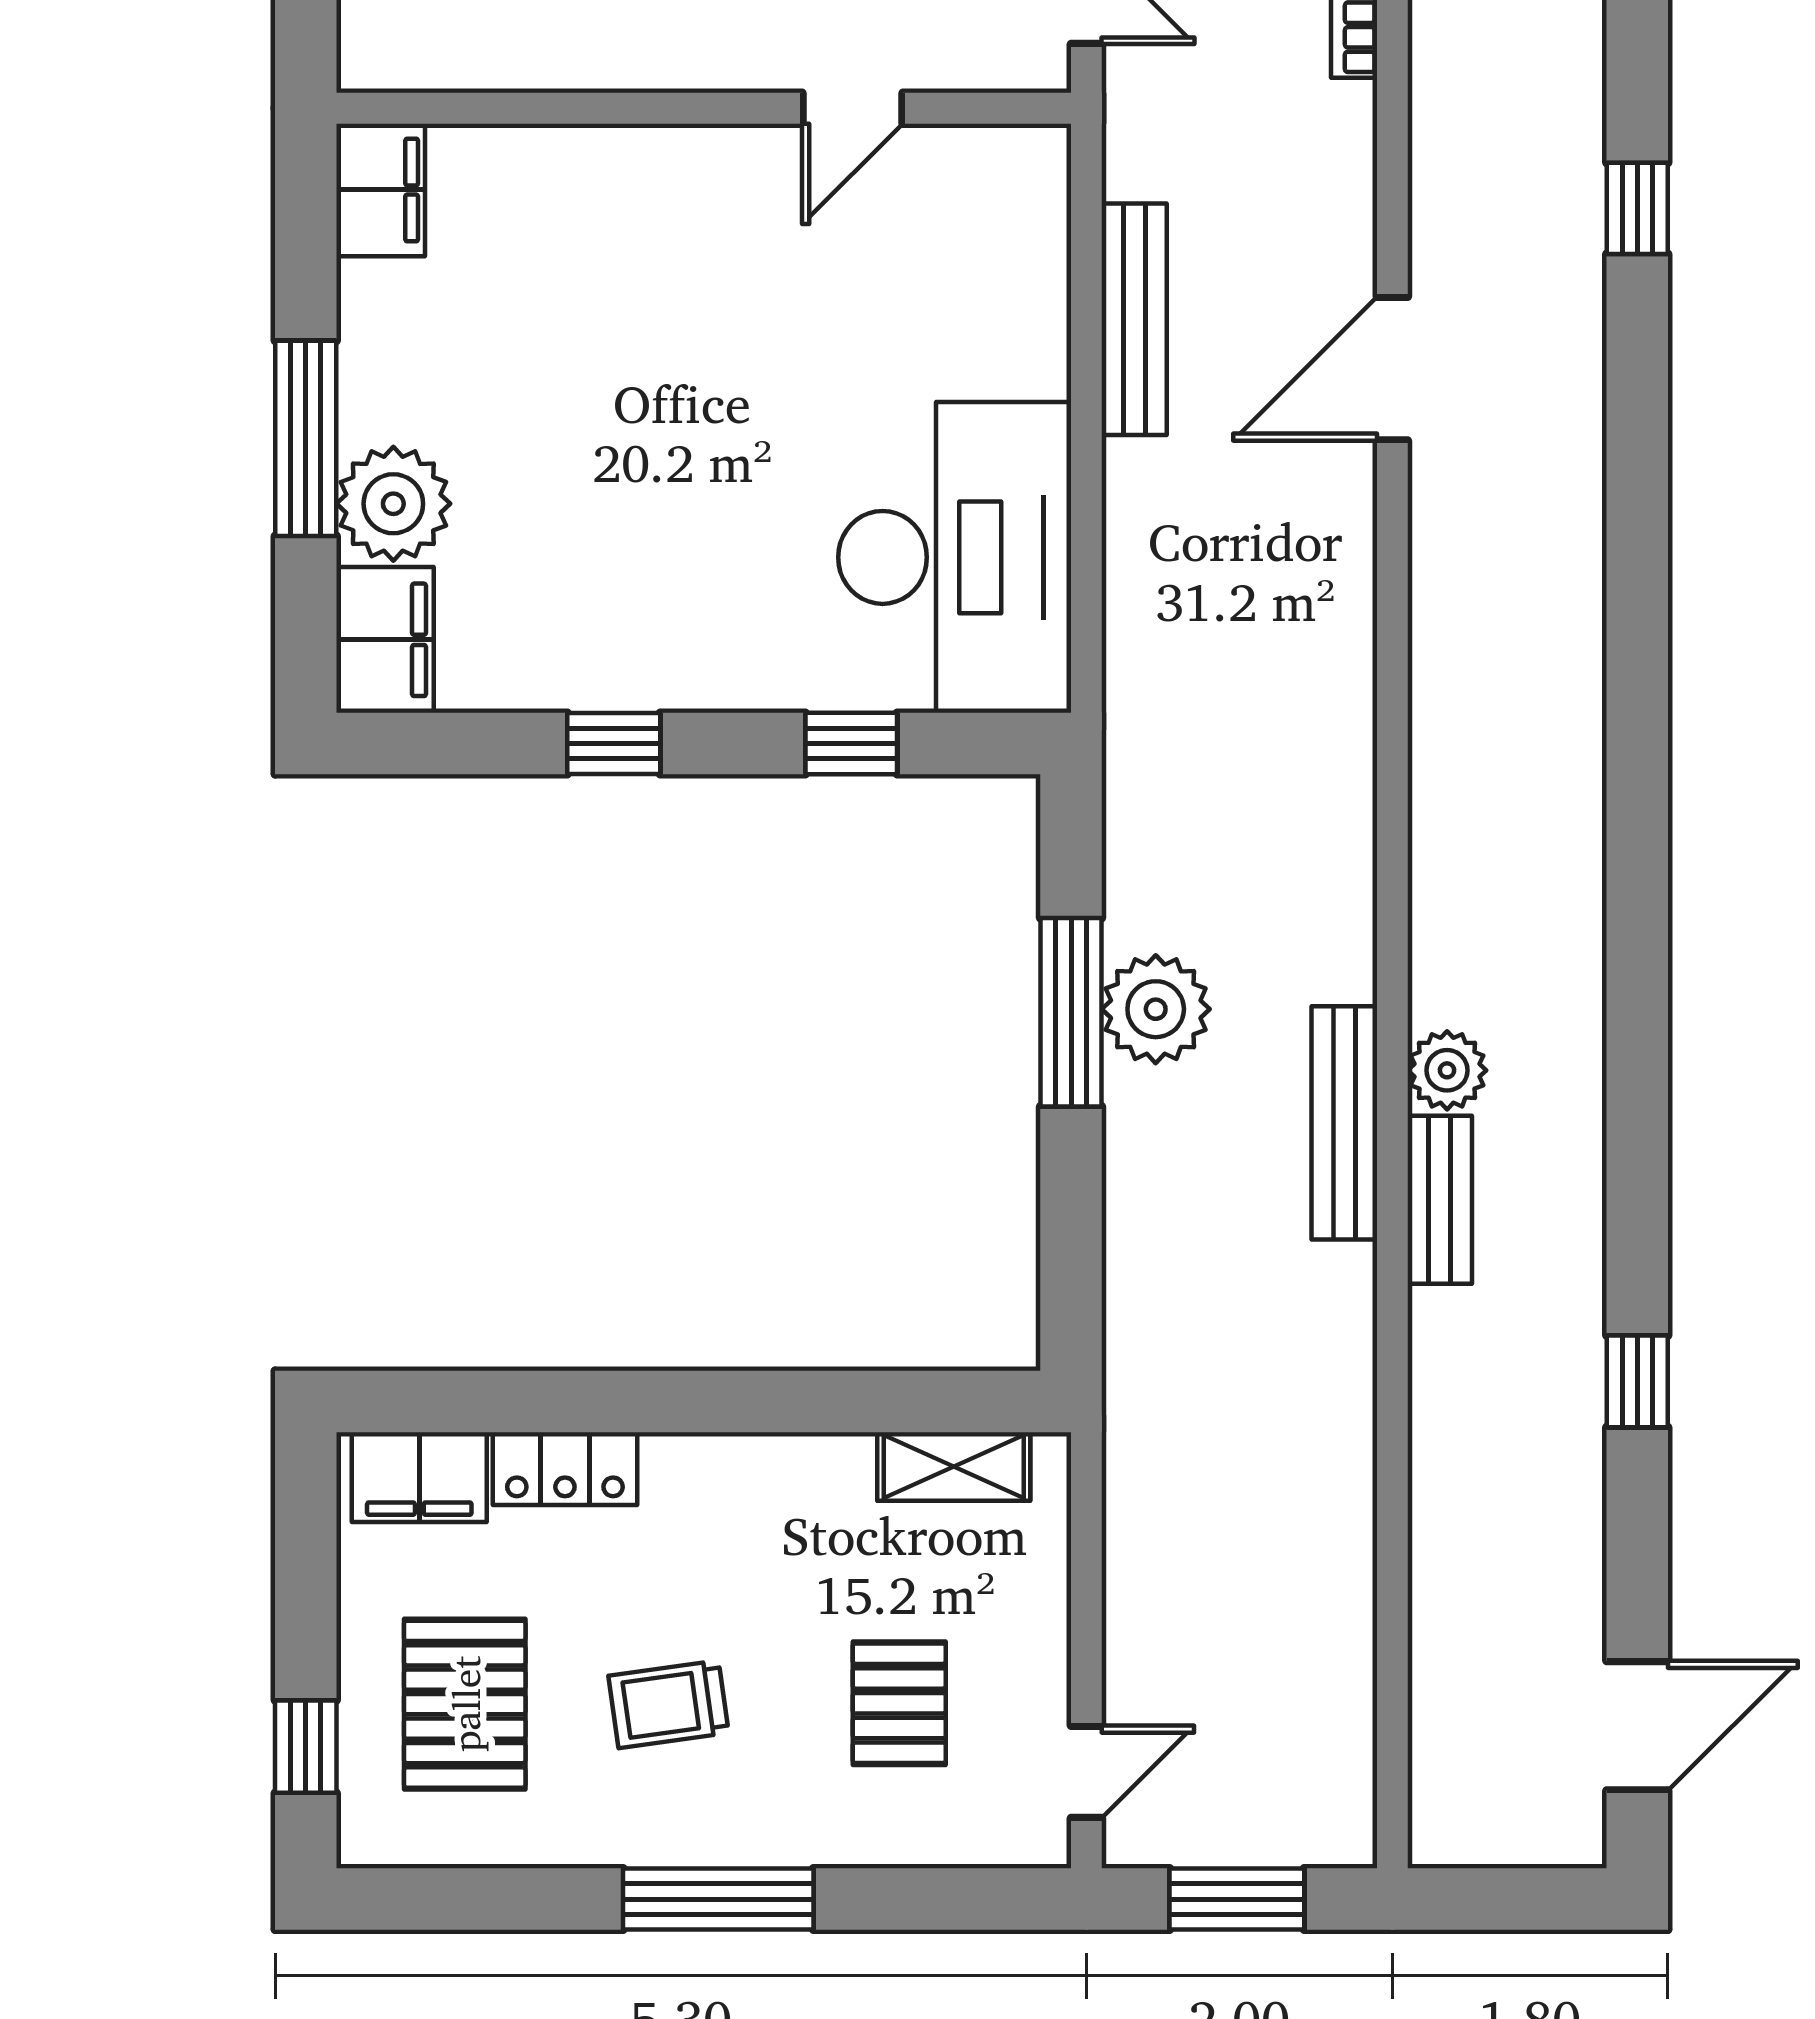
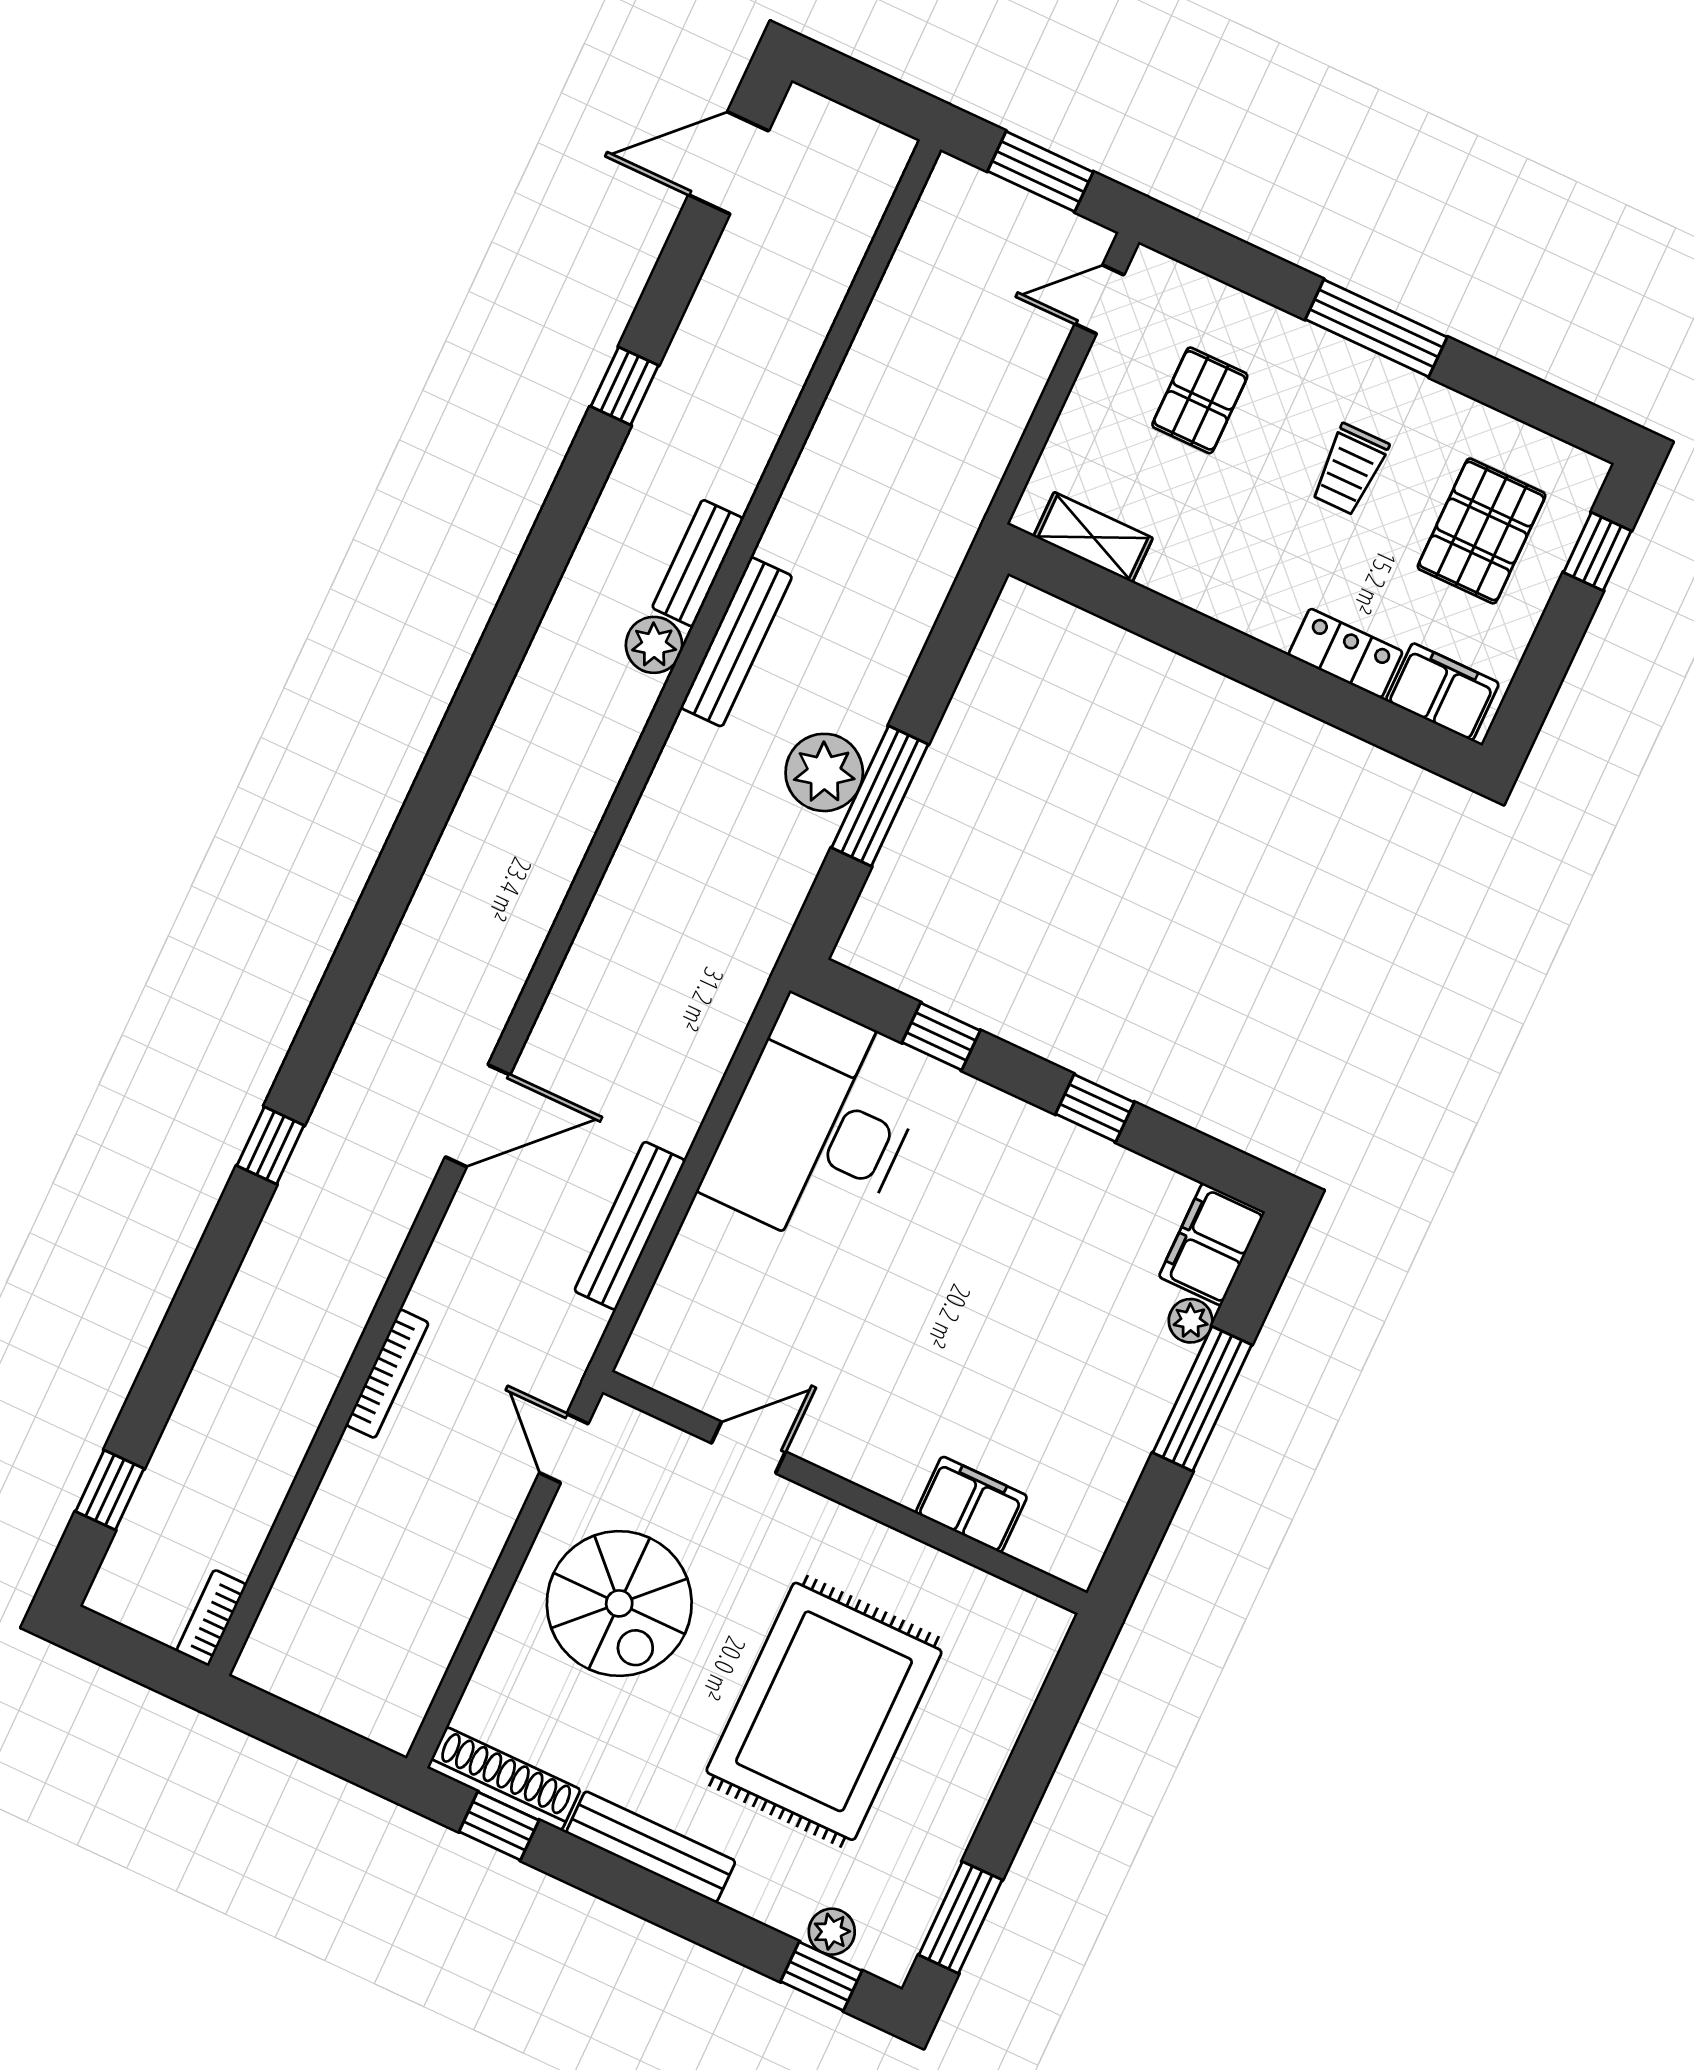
filing cabinet: (381, 190) -> (971, 1504), moved, turned 90
plant: (393, 504) -> (1191, 1321), width x0.53, depth x0.53
trolley: (668, 1704) -> (1350, 469), turned 98

